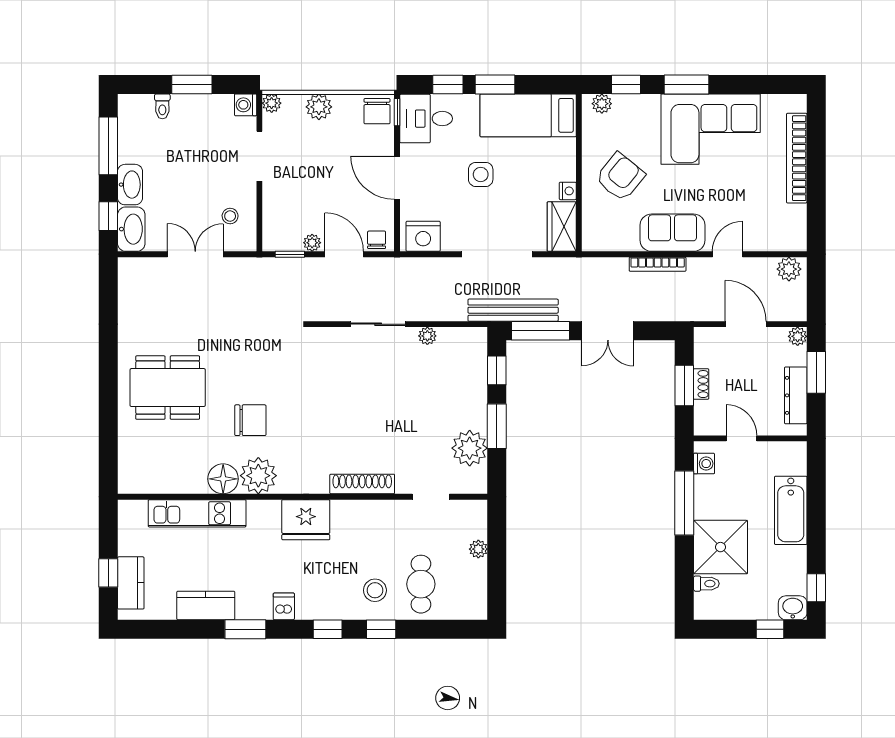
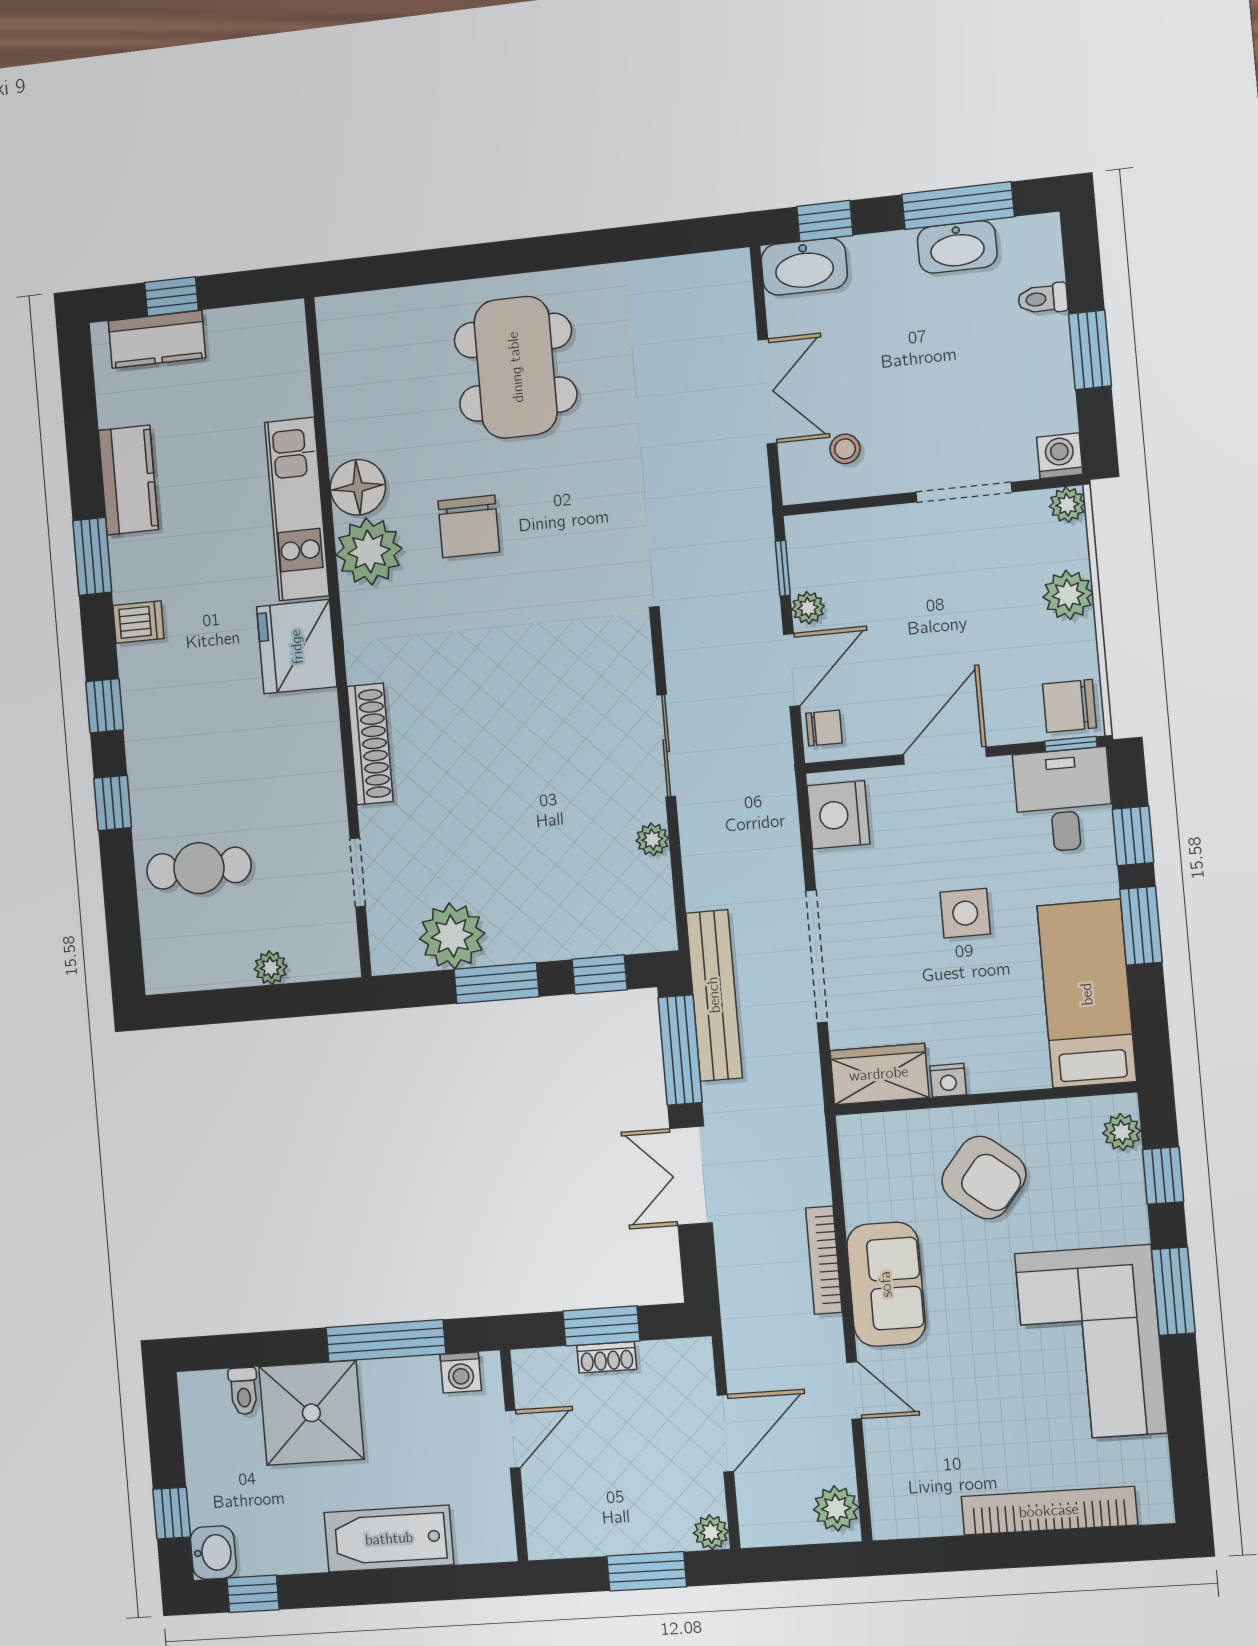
washbasin: (130, 185) -> (957, 247), moved
dresser: (796, 395) -> (601, 1535), removed
kitchen unit: (197, 513) -> (297, 509), moved
stool: (375, 590) -> (181, 785), removed

